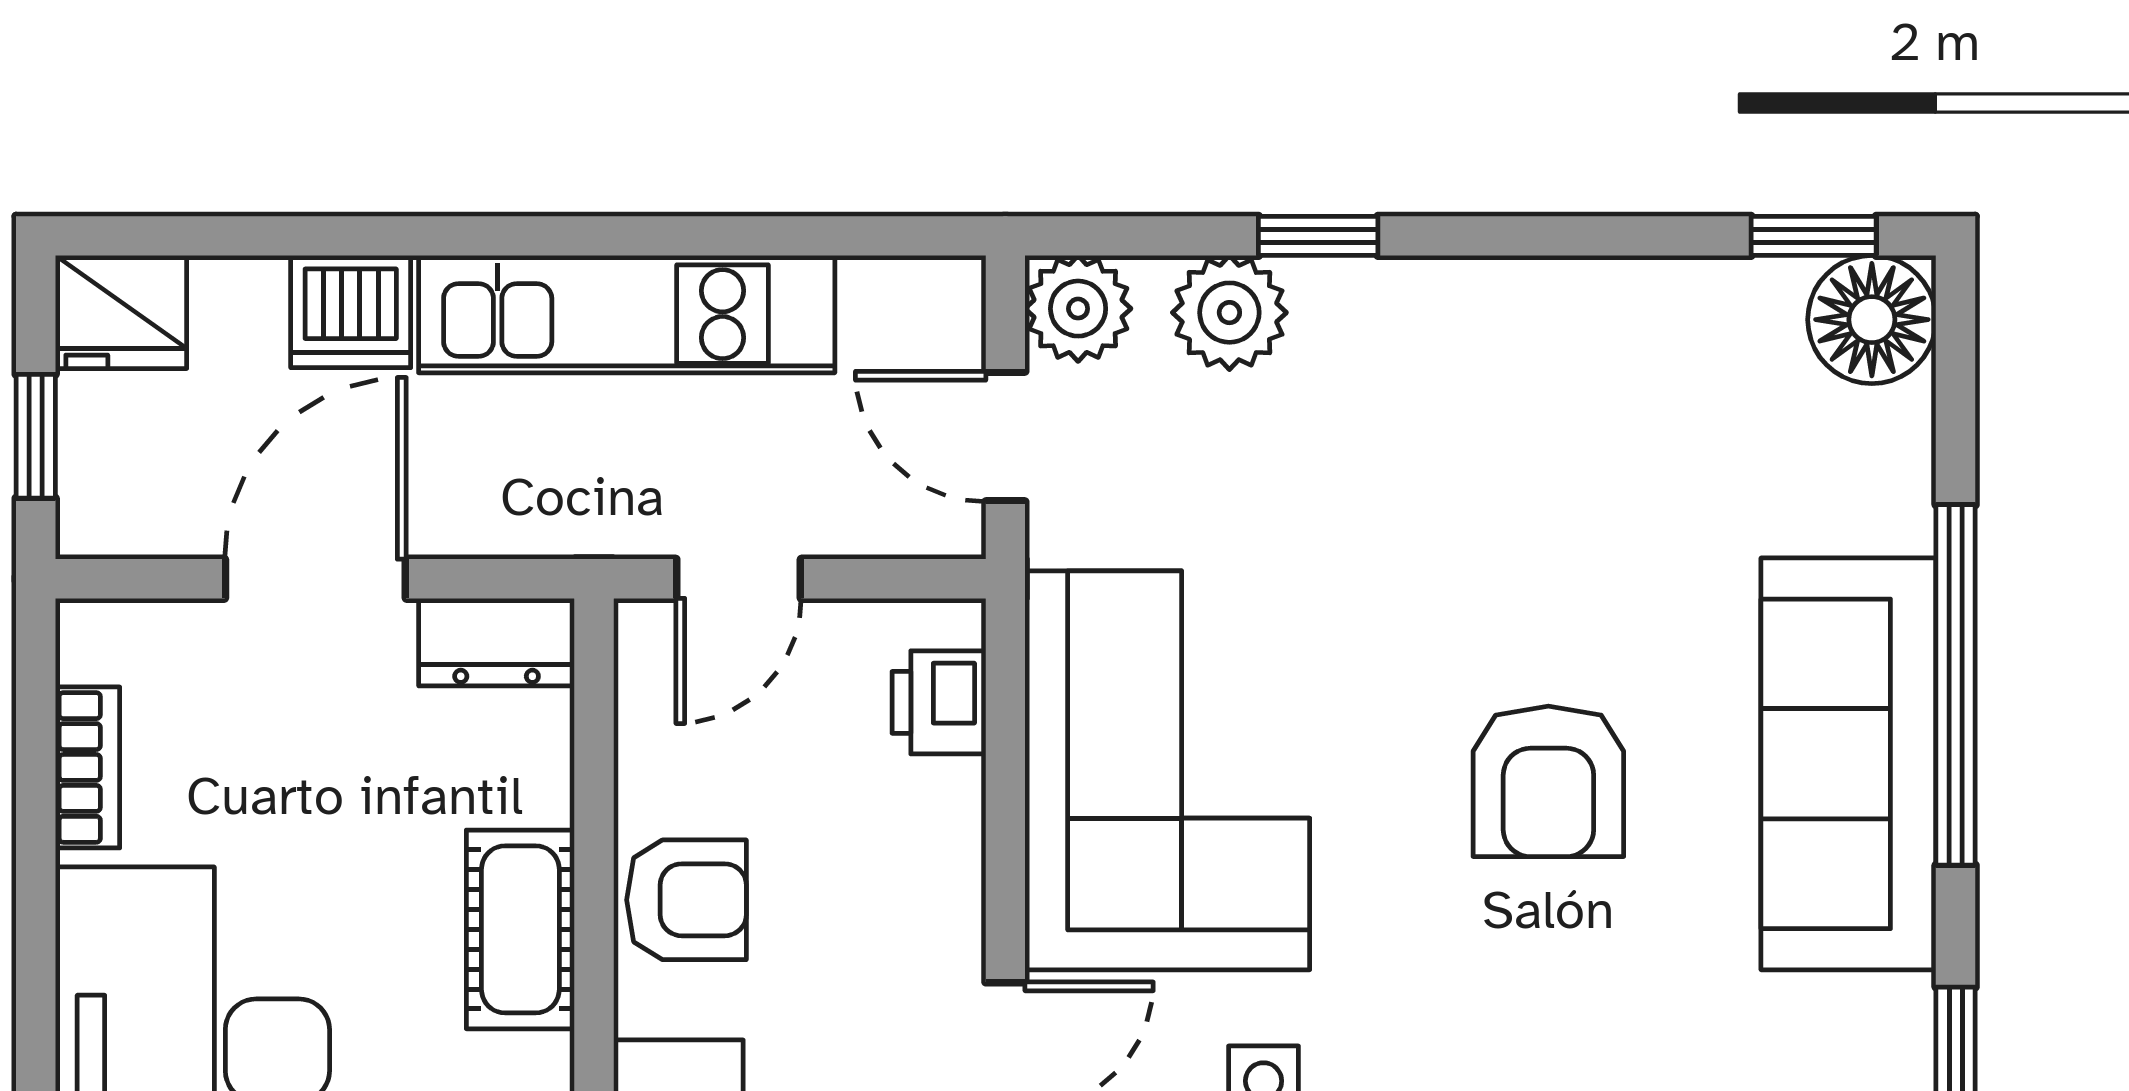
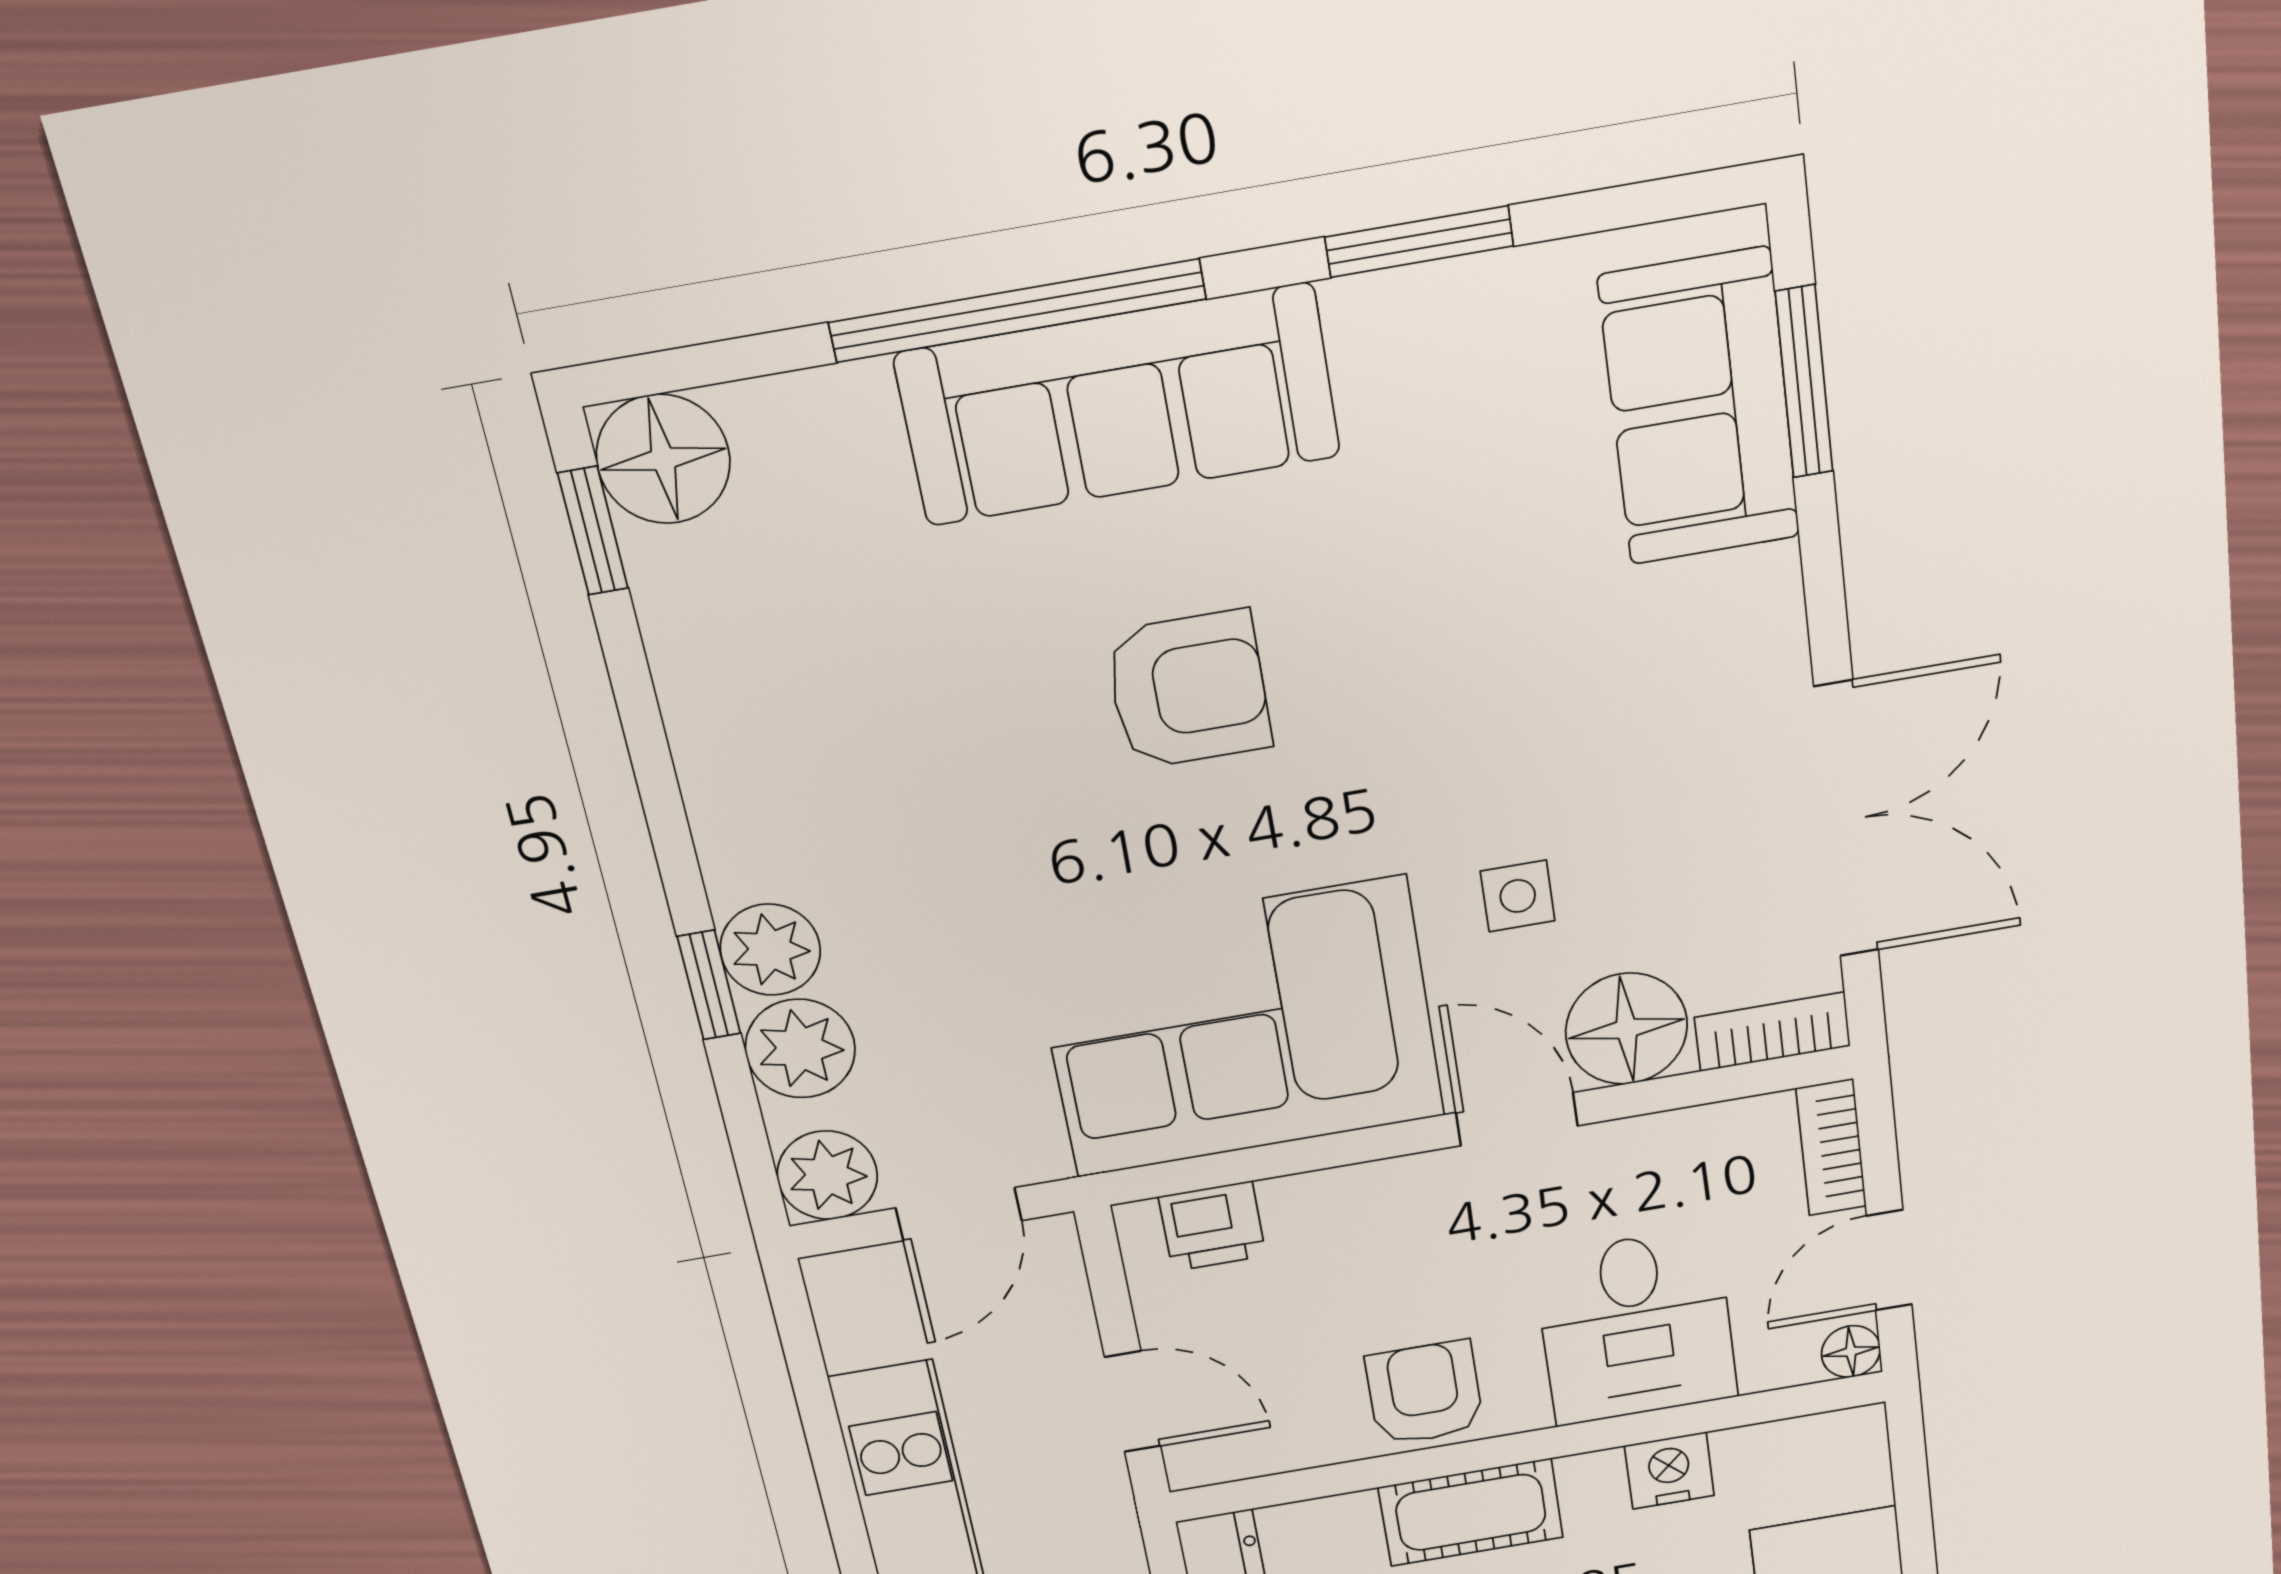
plant: (1346, 307) -> (770, 950), added

